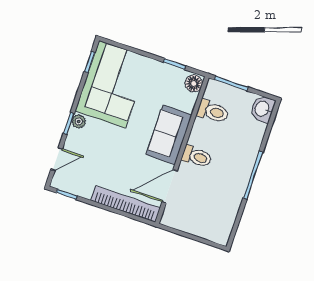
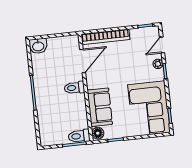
washbasin: (263, 109) -> (38, 46), moved, turned 90
toilet: (213, 112) -> (79, 136), moved
plant: (79, 121) -> (158, 64), moved
sofa: (169, 135) -> (100, 107), moved

